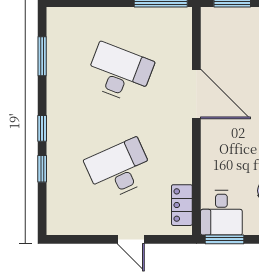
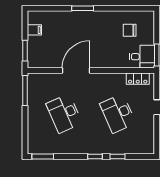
window: (42, 56) -> (43, 156), moved
desk: (119, 73) -> (64, 114), turned -45

